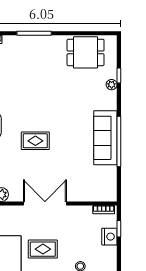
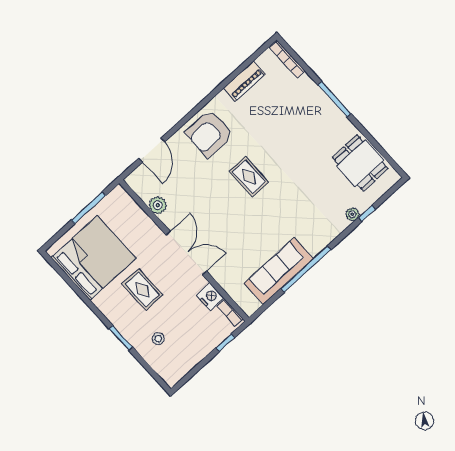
sofa: (105, 138) -> (279, 271), moved
rug: (35, 141) -> (249, 177), moved
nightstand: (109, 237) -> (210, 297), moved, turned -90

